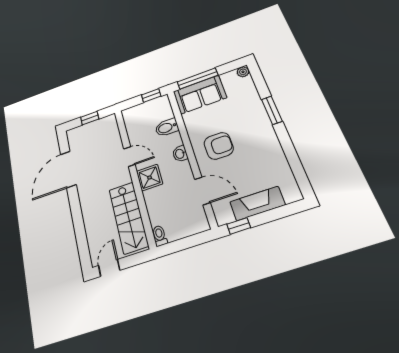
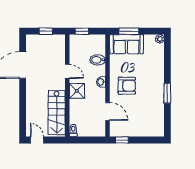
window: (198, 79) -> (129, 31), width x0.69
window: (151, 96) -> (82, 31), moved
window: (272, 110) -> (167, 93), moved
fireplace: (257, 203) -> (137, 130), removed
door: (109, 268) -> (37, 140), hinge flipped

